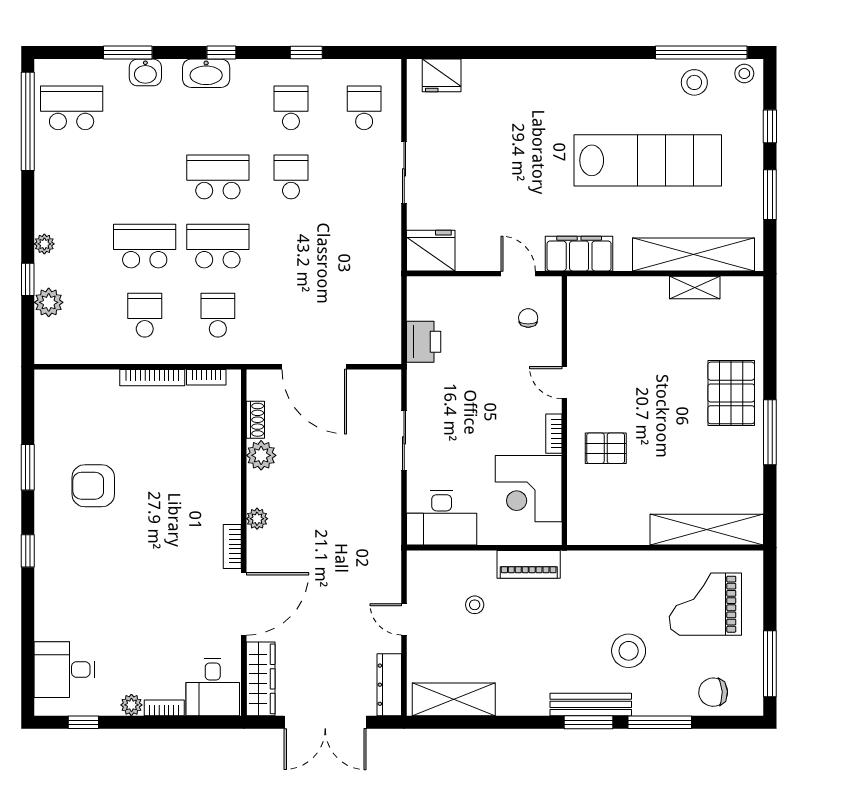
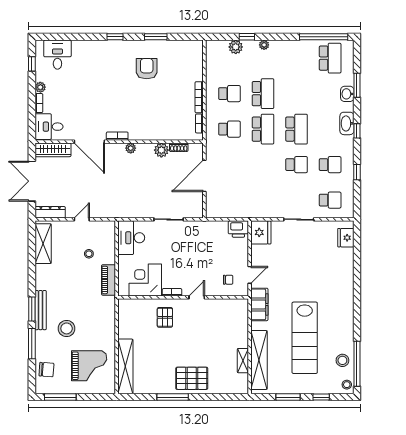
printer: (424, 342) -> (238, 229), moved
grand piano: (705, 604) -> (89, 366), turned 90
chair: (713, 692) -> (46, 370), turned 97

